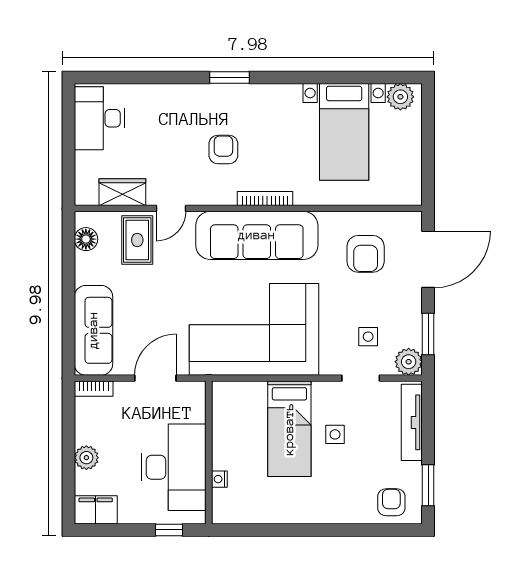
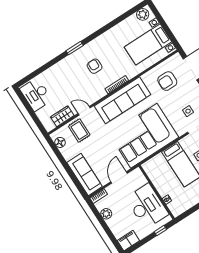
bed with nightstands: (344, 132) -> (148, 44), moved, turned 90
armchair: (223, 149) -> (95, 66), moved
door: (171, 208) -> (84, 111), swing flipped
armchair: (366, 254) -> (167, 81), turned 90
plant: (86, 458) -> (106, 214), moved

